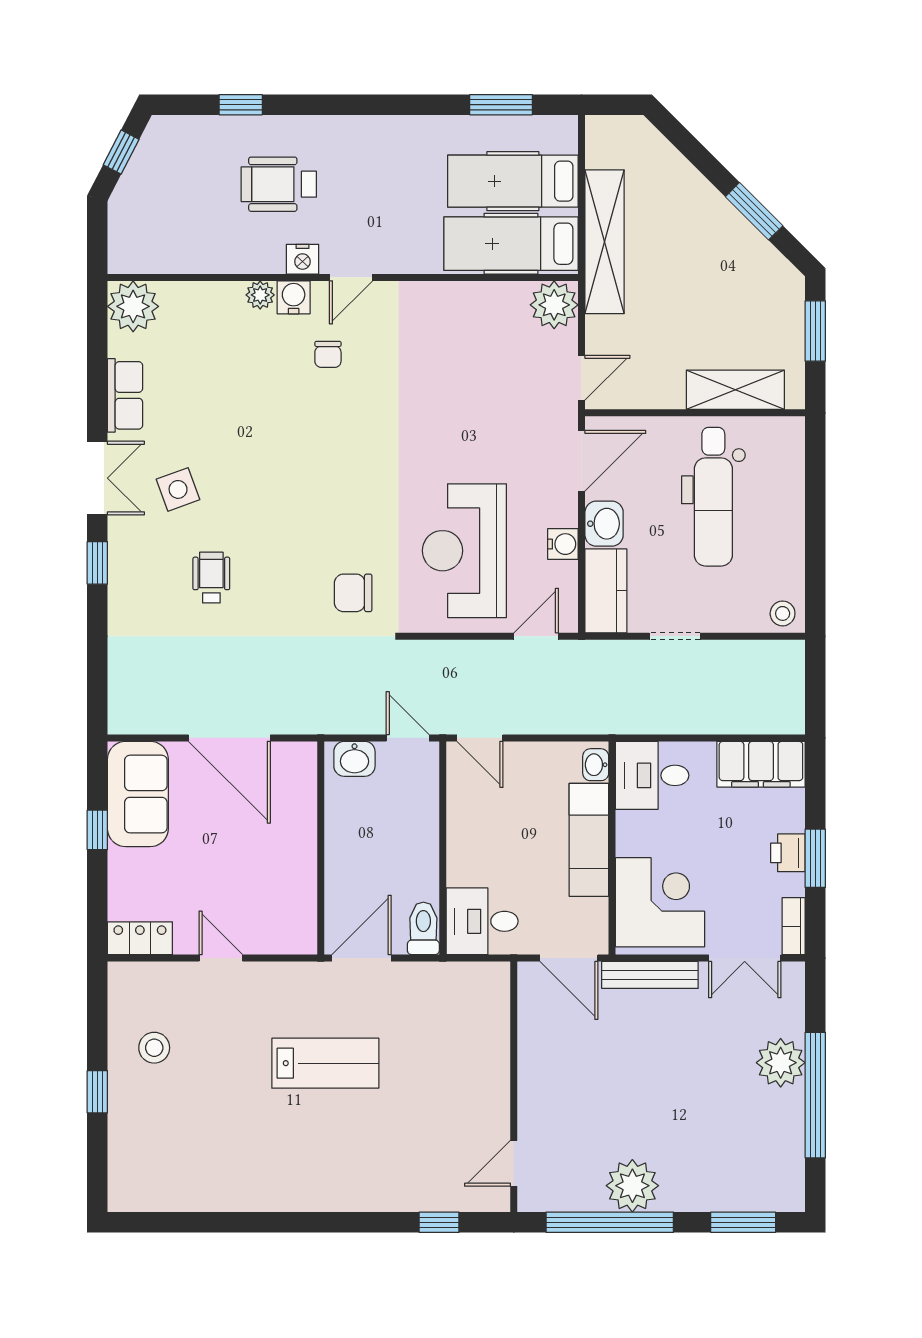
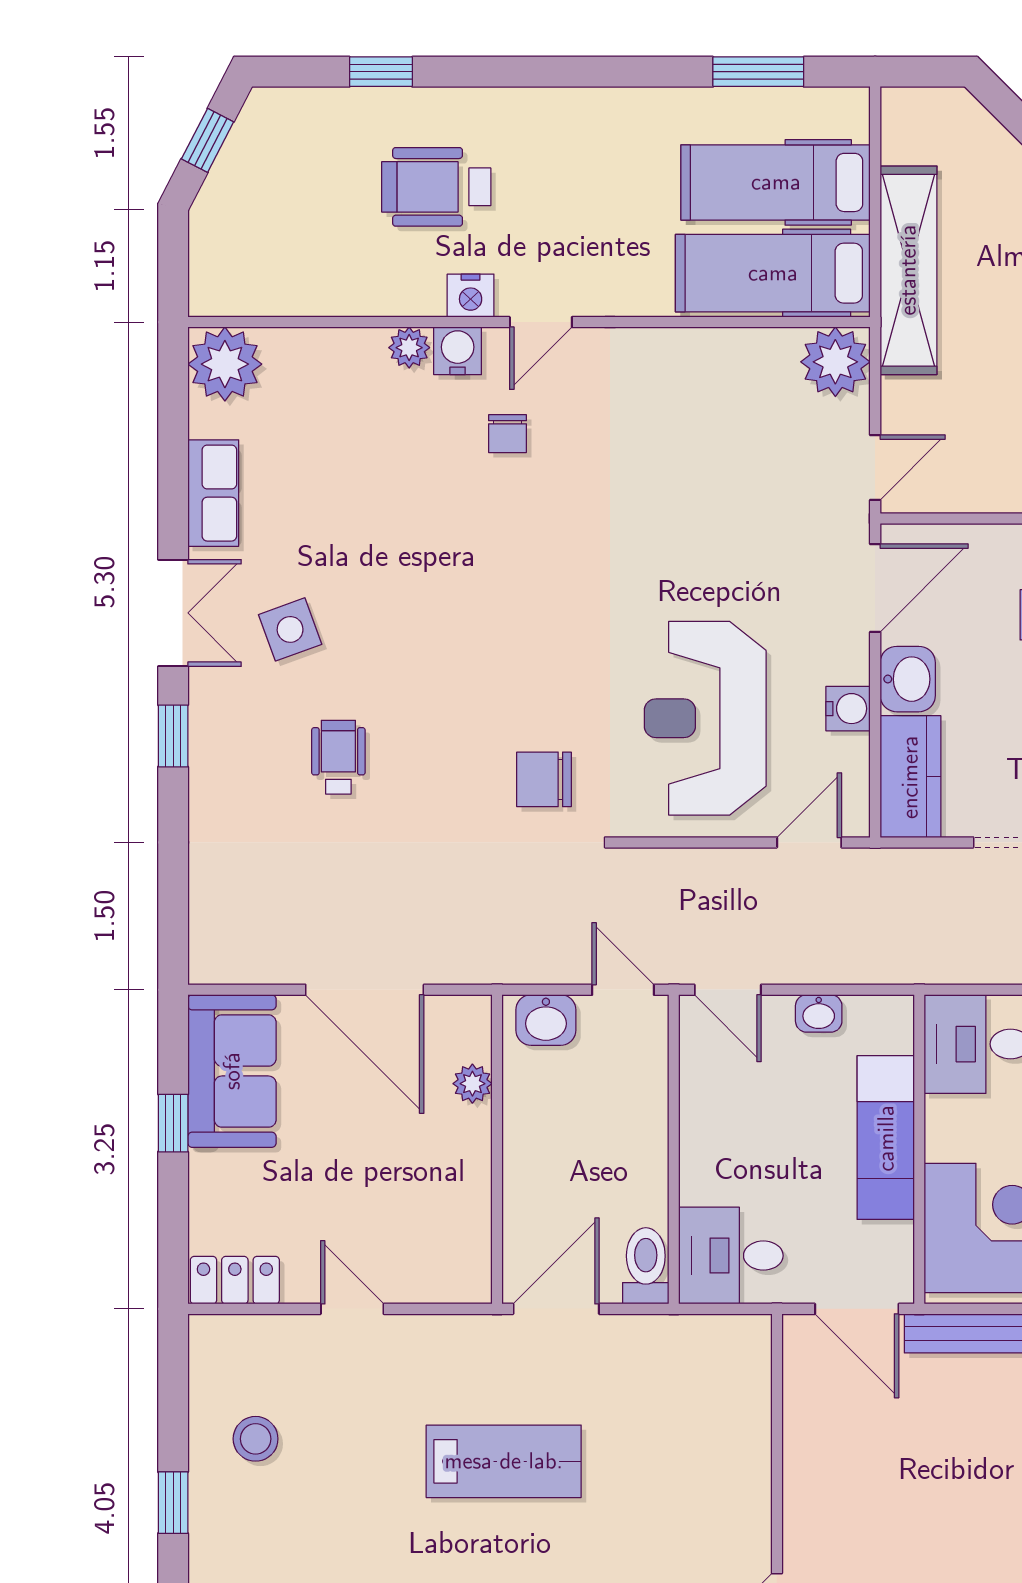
washbasin: (596, 765) -> (819, 1013), moved, turned -90
plant: (304, 803) -> (472, 1084), added

